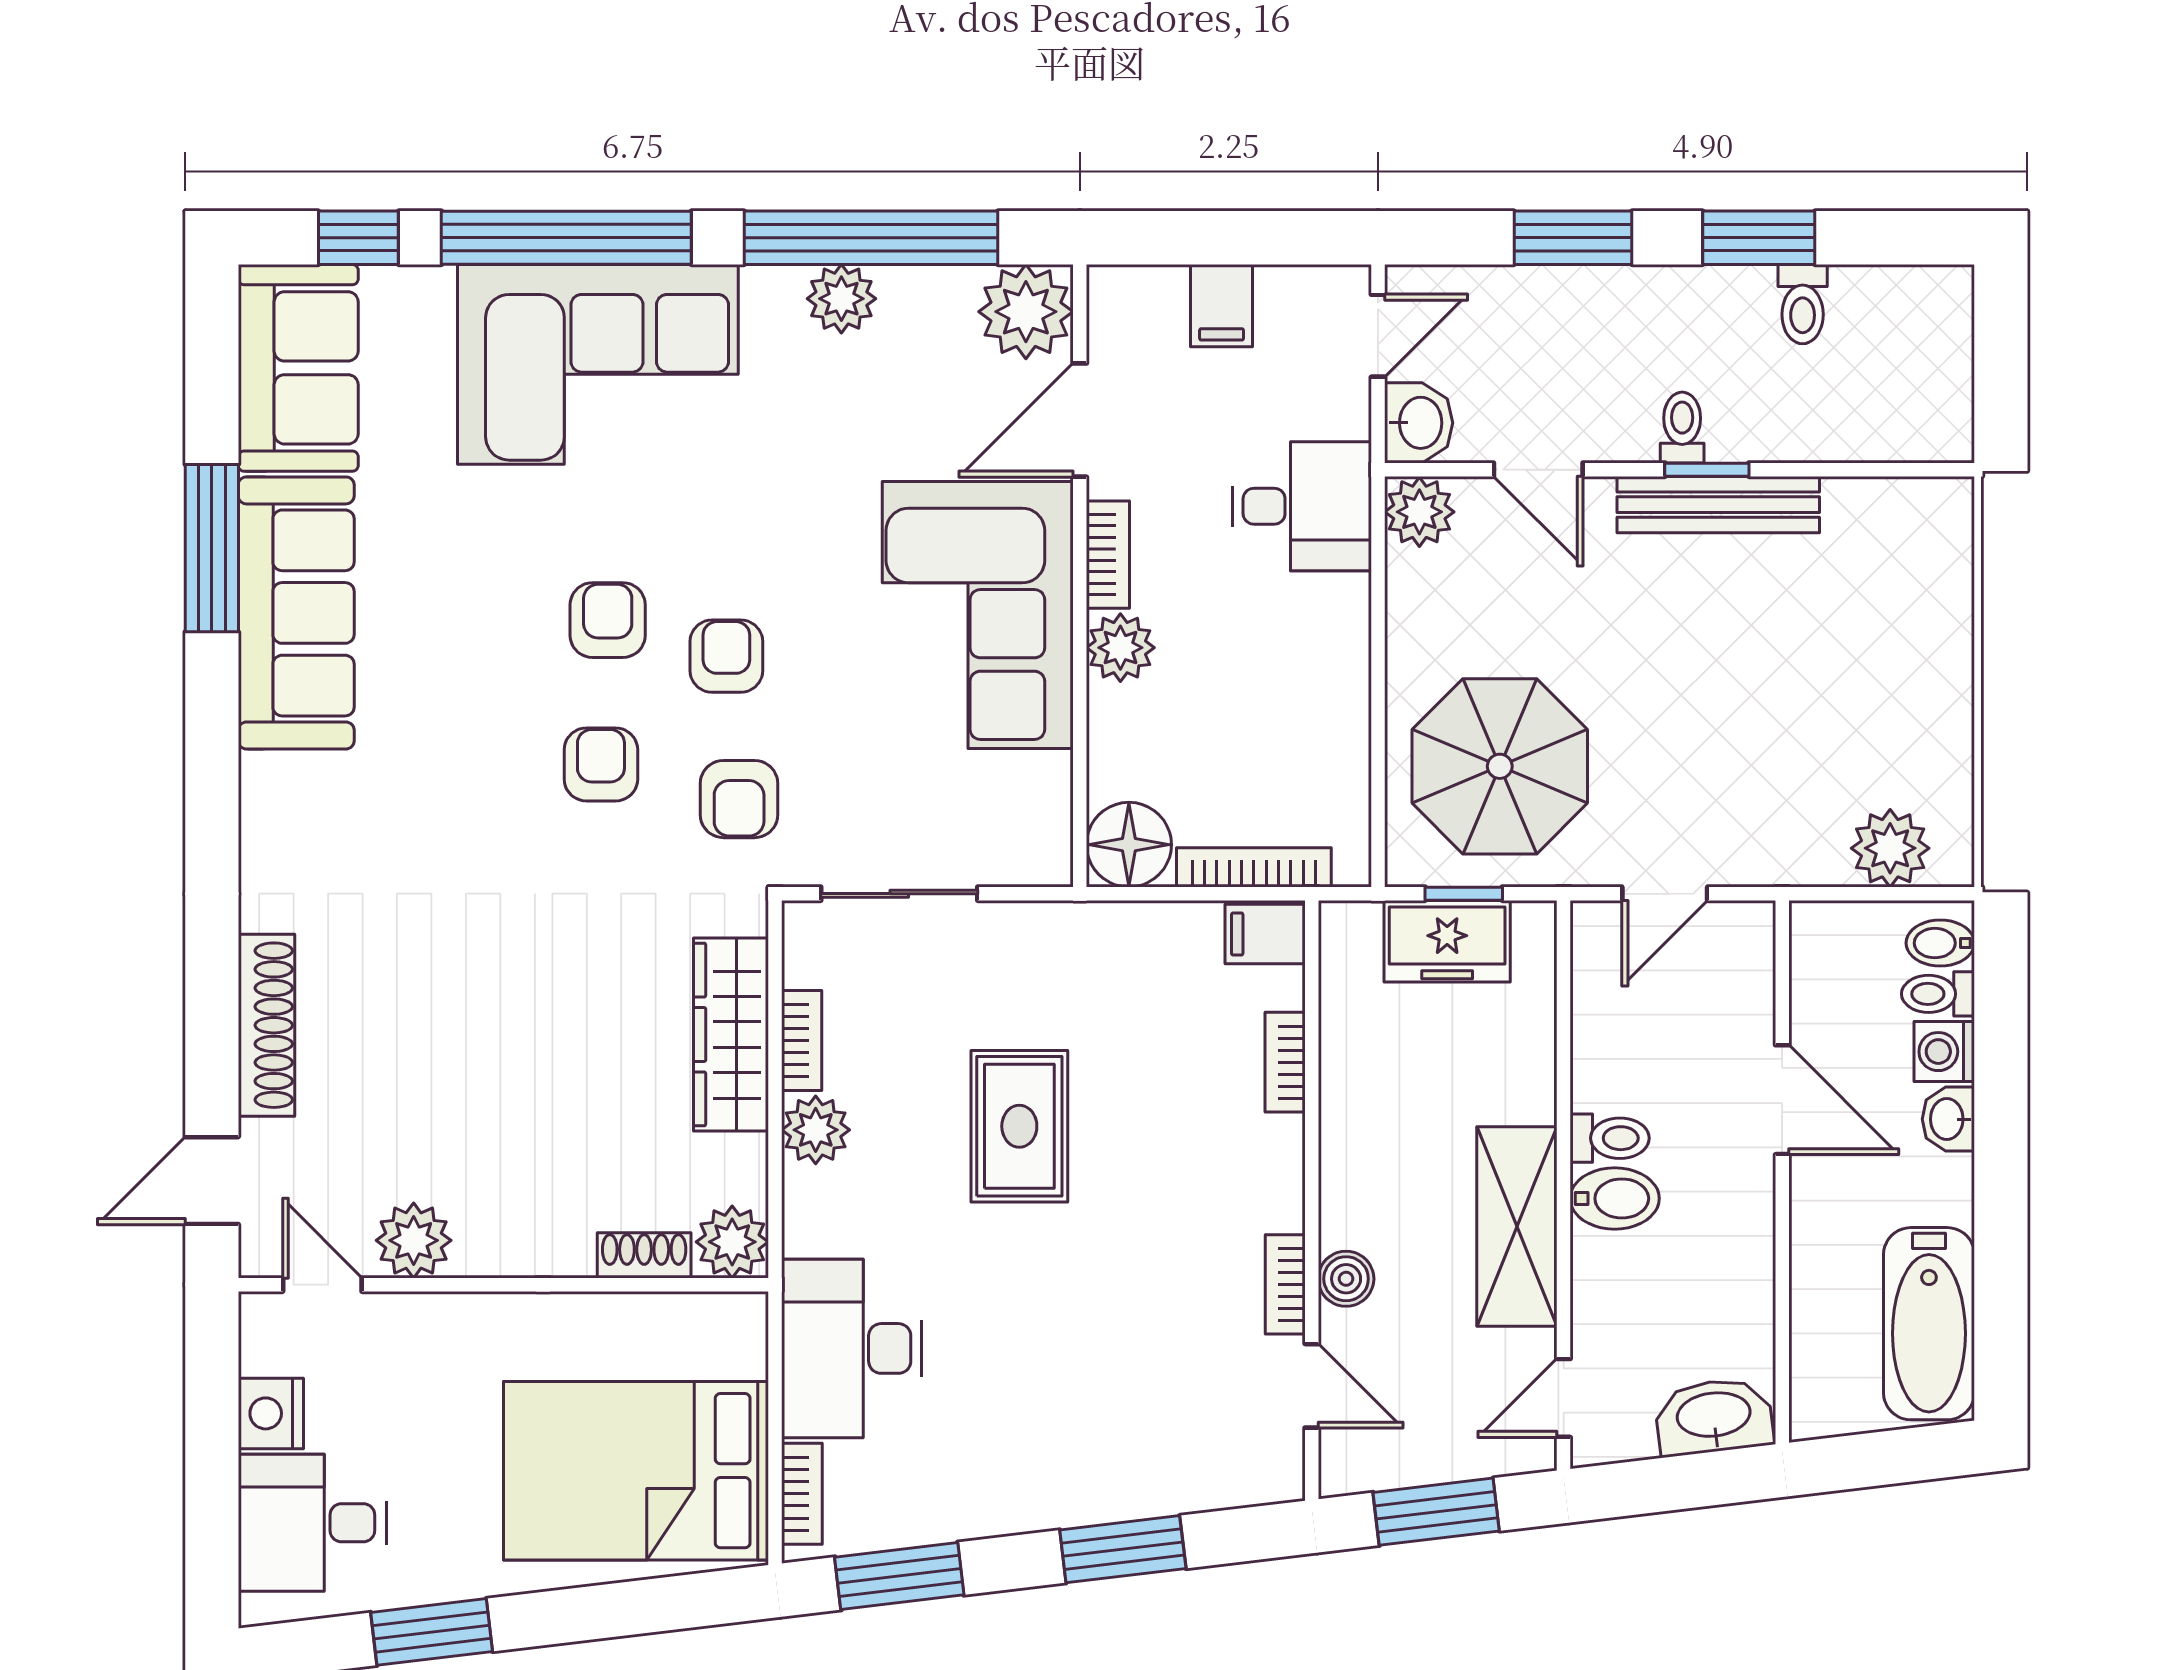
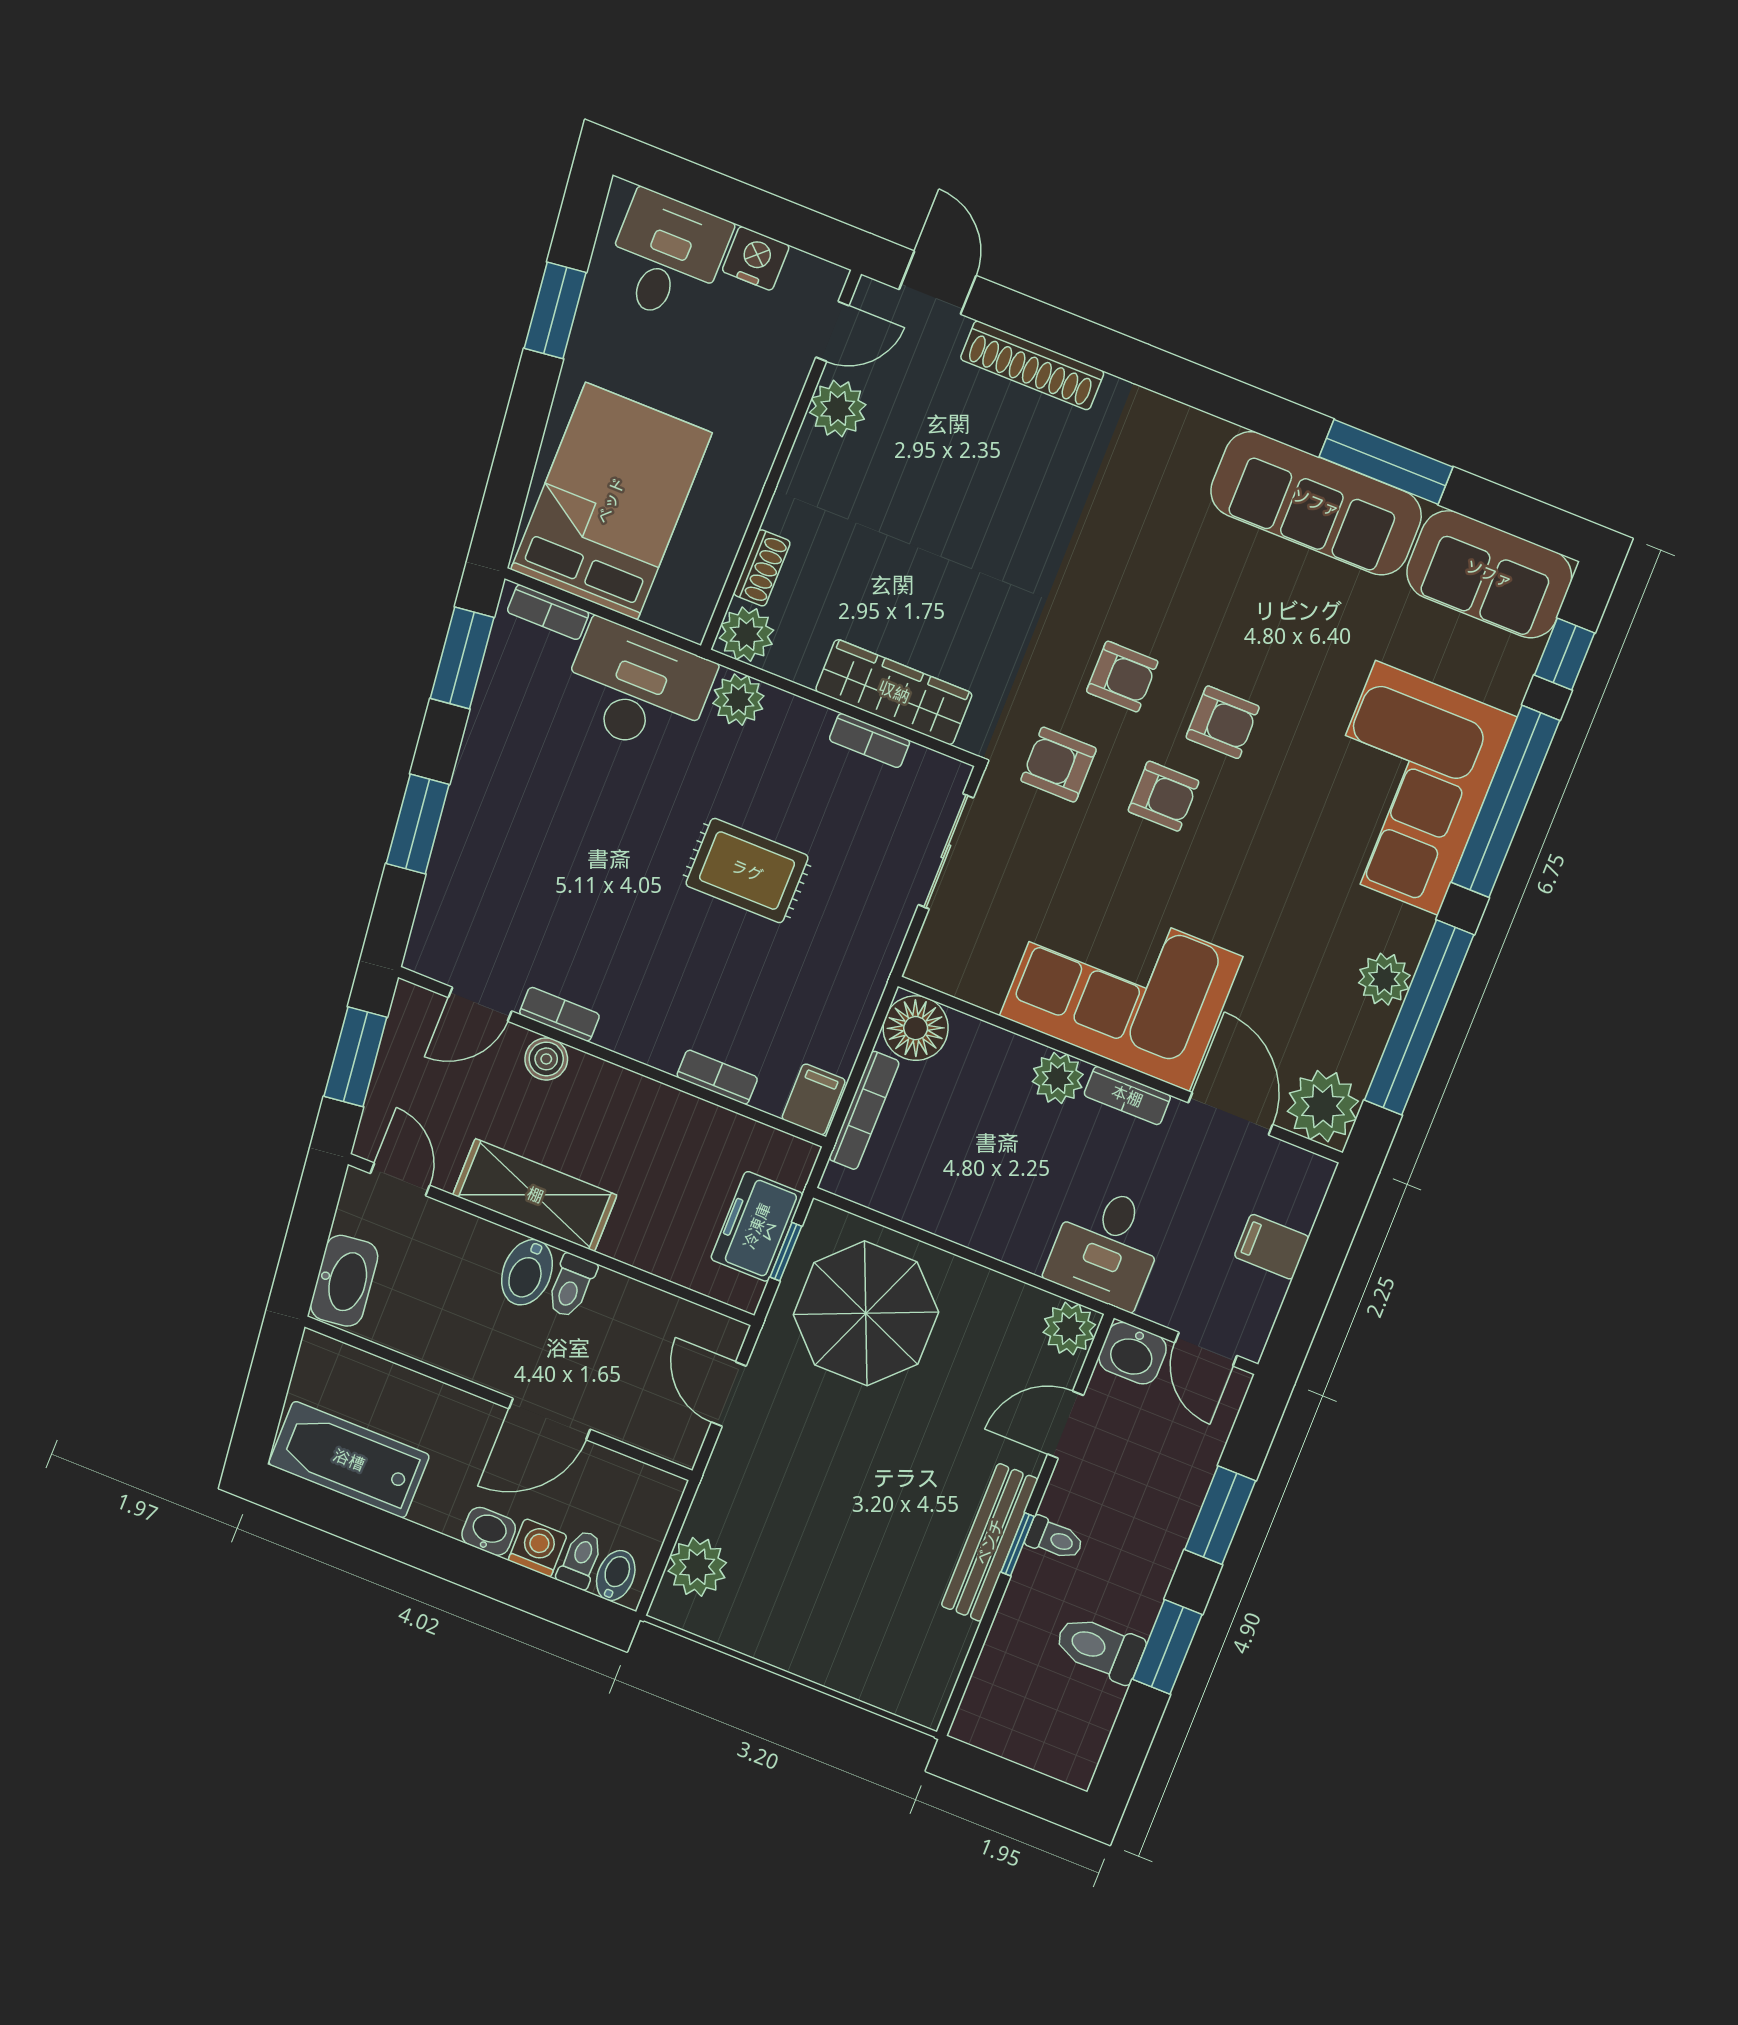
toilet: (1803, 304) -> (1100, 1648), width x1.37, depth x1.39
plant: (816, 1130) -> (738, 700), moved

